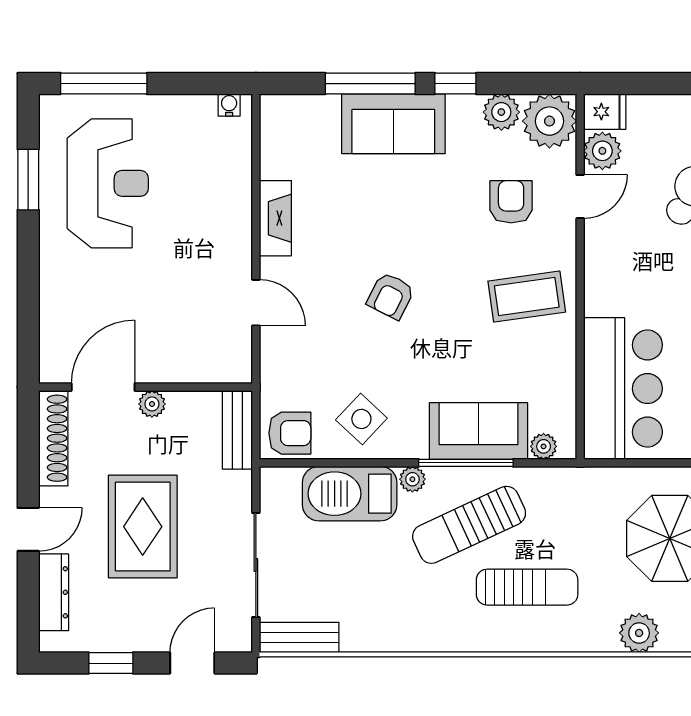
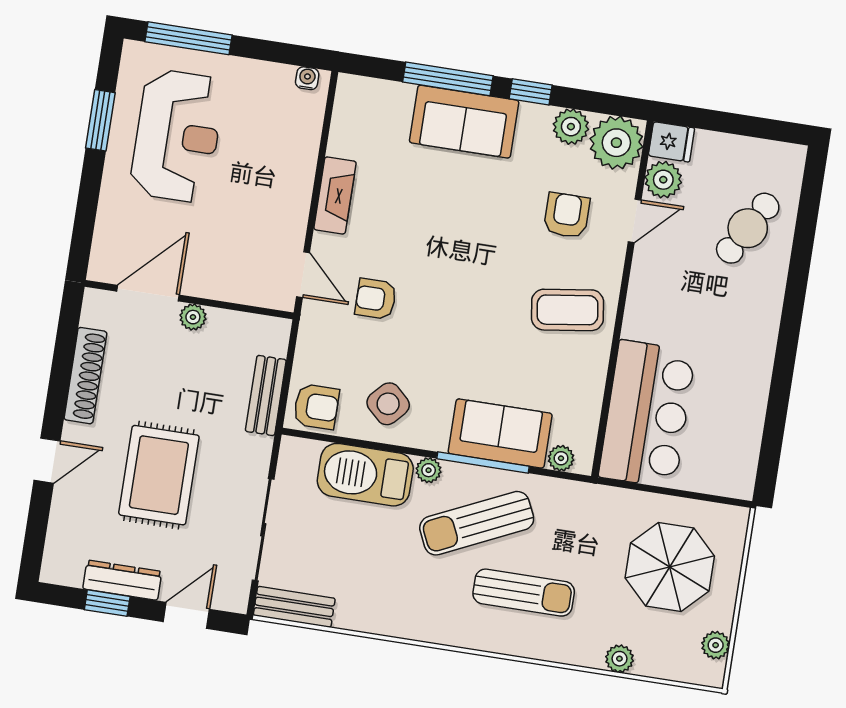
armchair: (391, 296) -> (376, 299), moved, turned 63
door: (103, 387) -> (148, 293), moved
wall: (145, 387) -> (189, 300), moved
plant: (152, 404) -> (193, 317), moved
dresser: (54, 592) -> (122, 580), moved, turned -90
plant: (639, 633) -> (619, 659), width x0.73, depth x0.73

